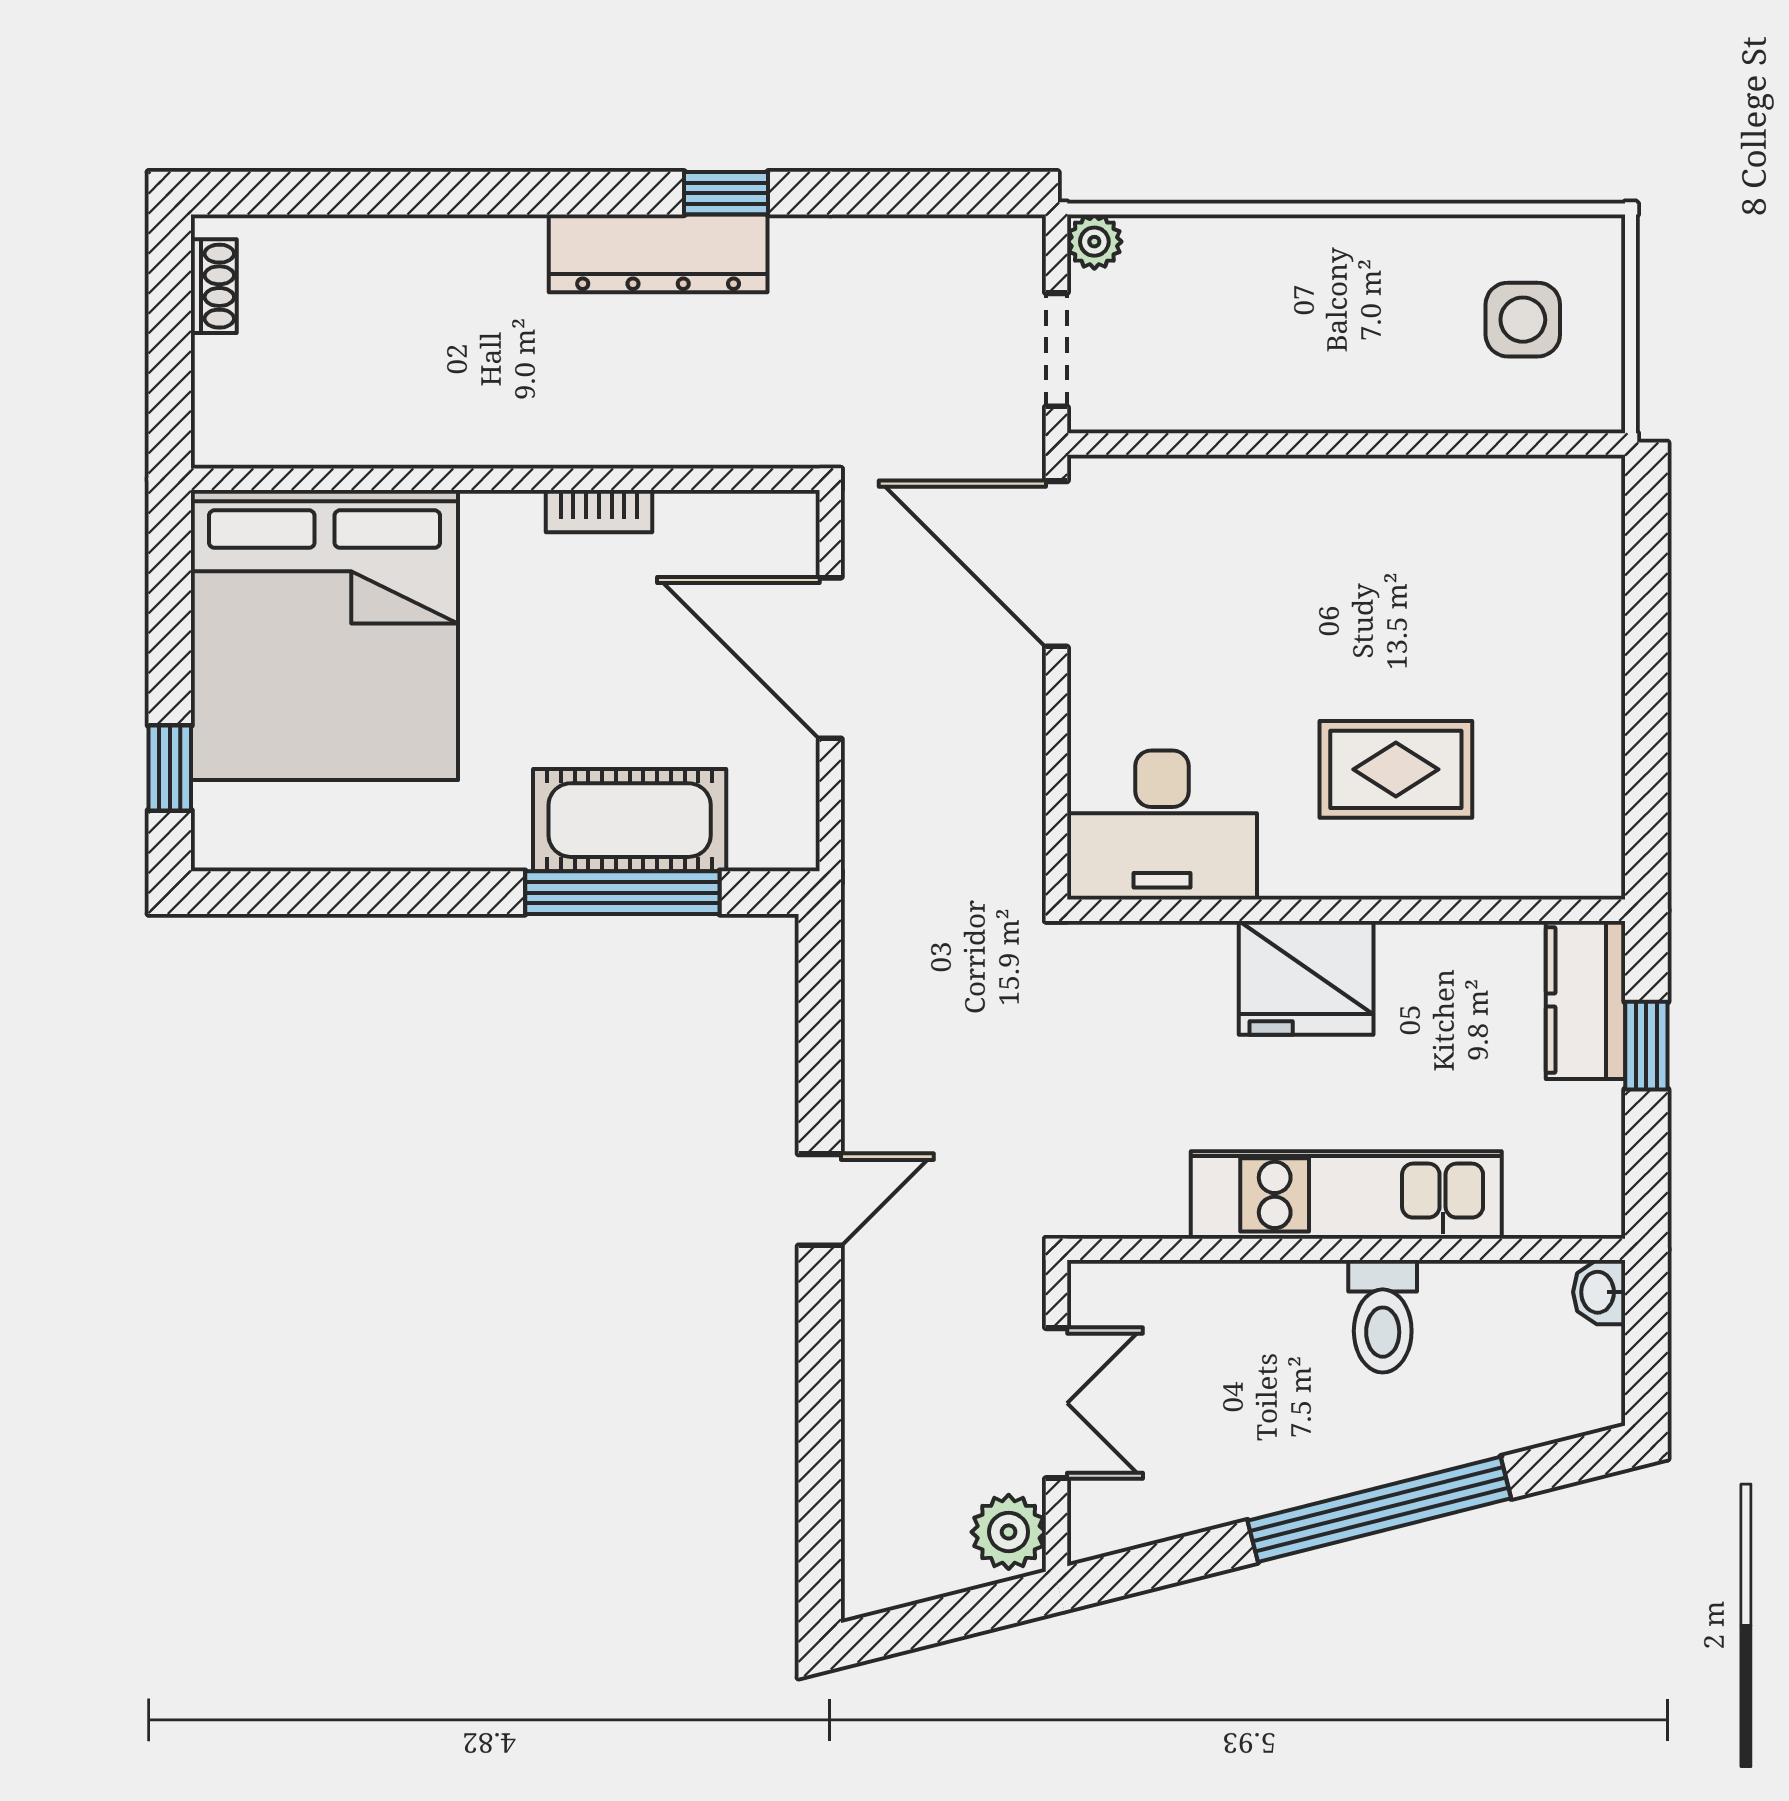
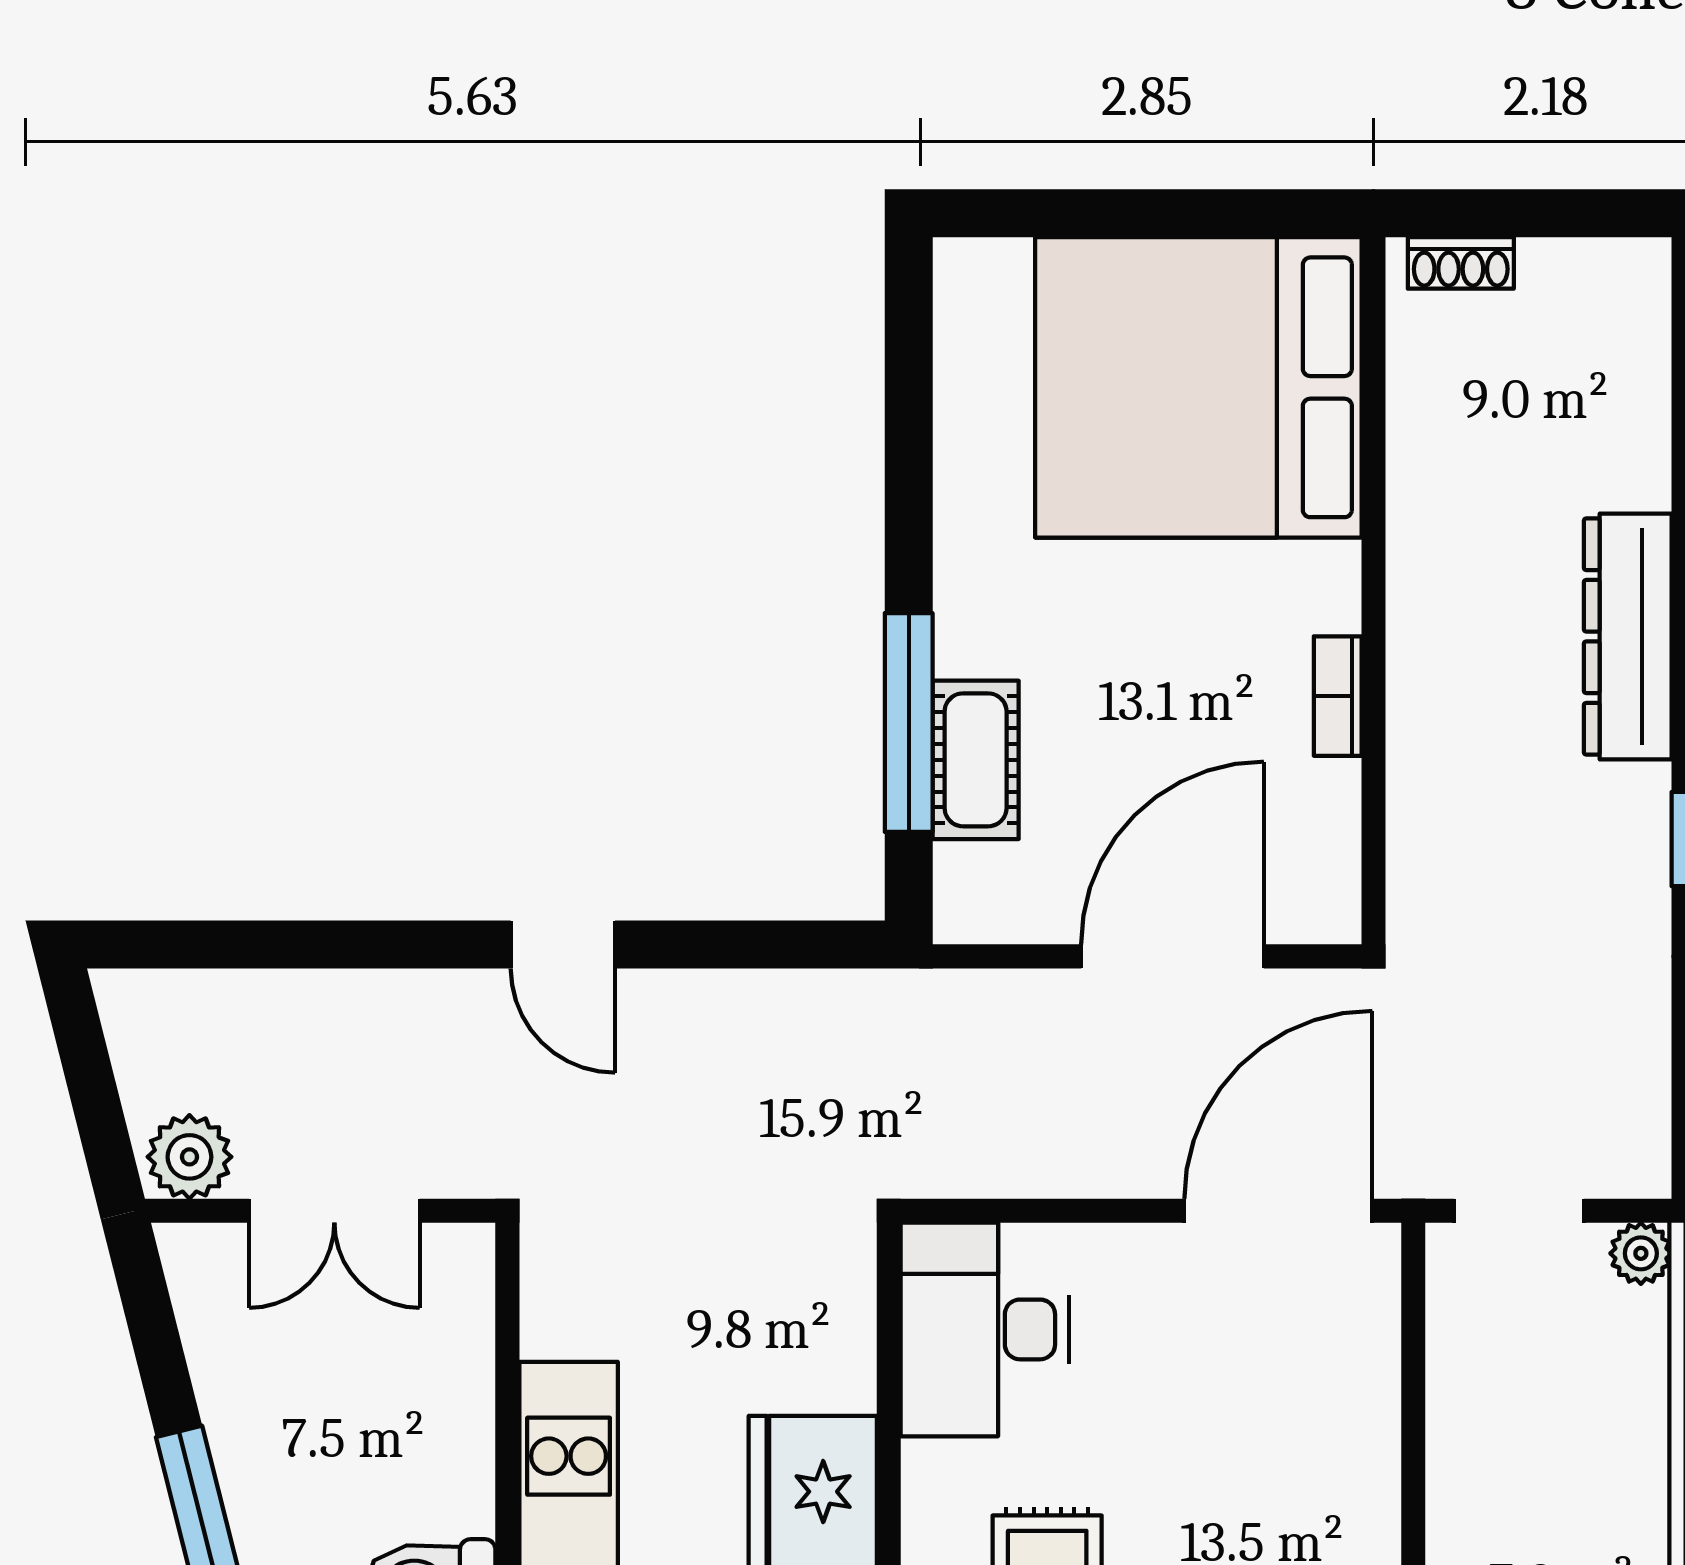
dresser: (658, 253) -> (1628, 637), moved
shoe rack: (214, 286) -> (1461, 263), moved
window: (170, 768) -> (1049, 213), removed
cot: (630, 820) -> (976, 760), width x0.73, depth x0.75

